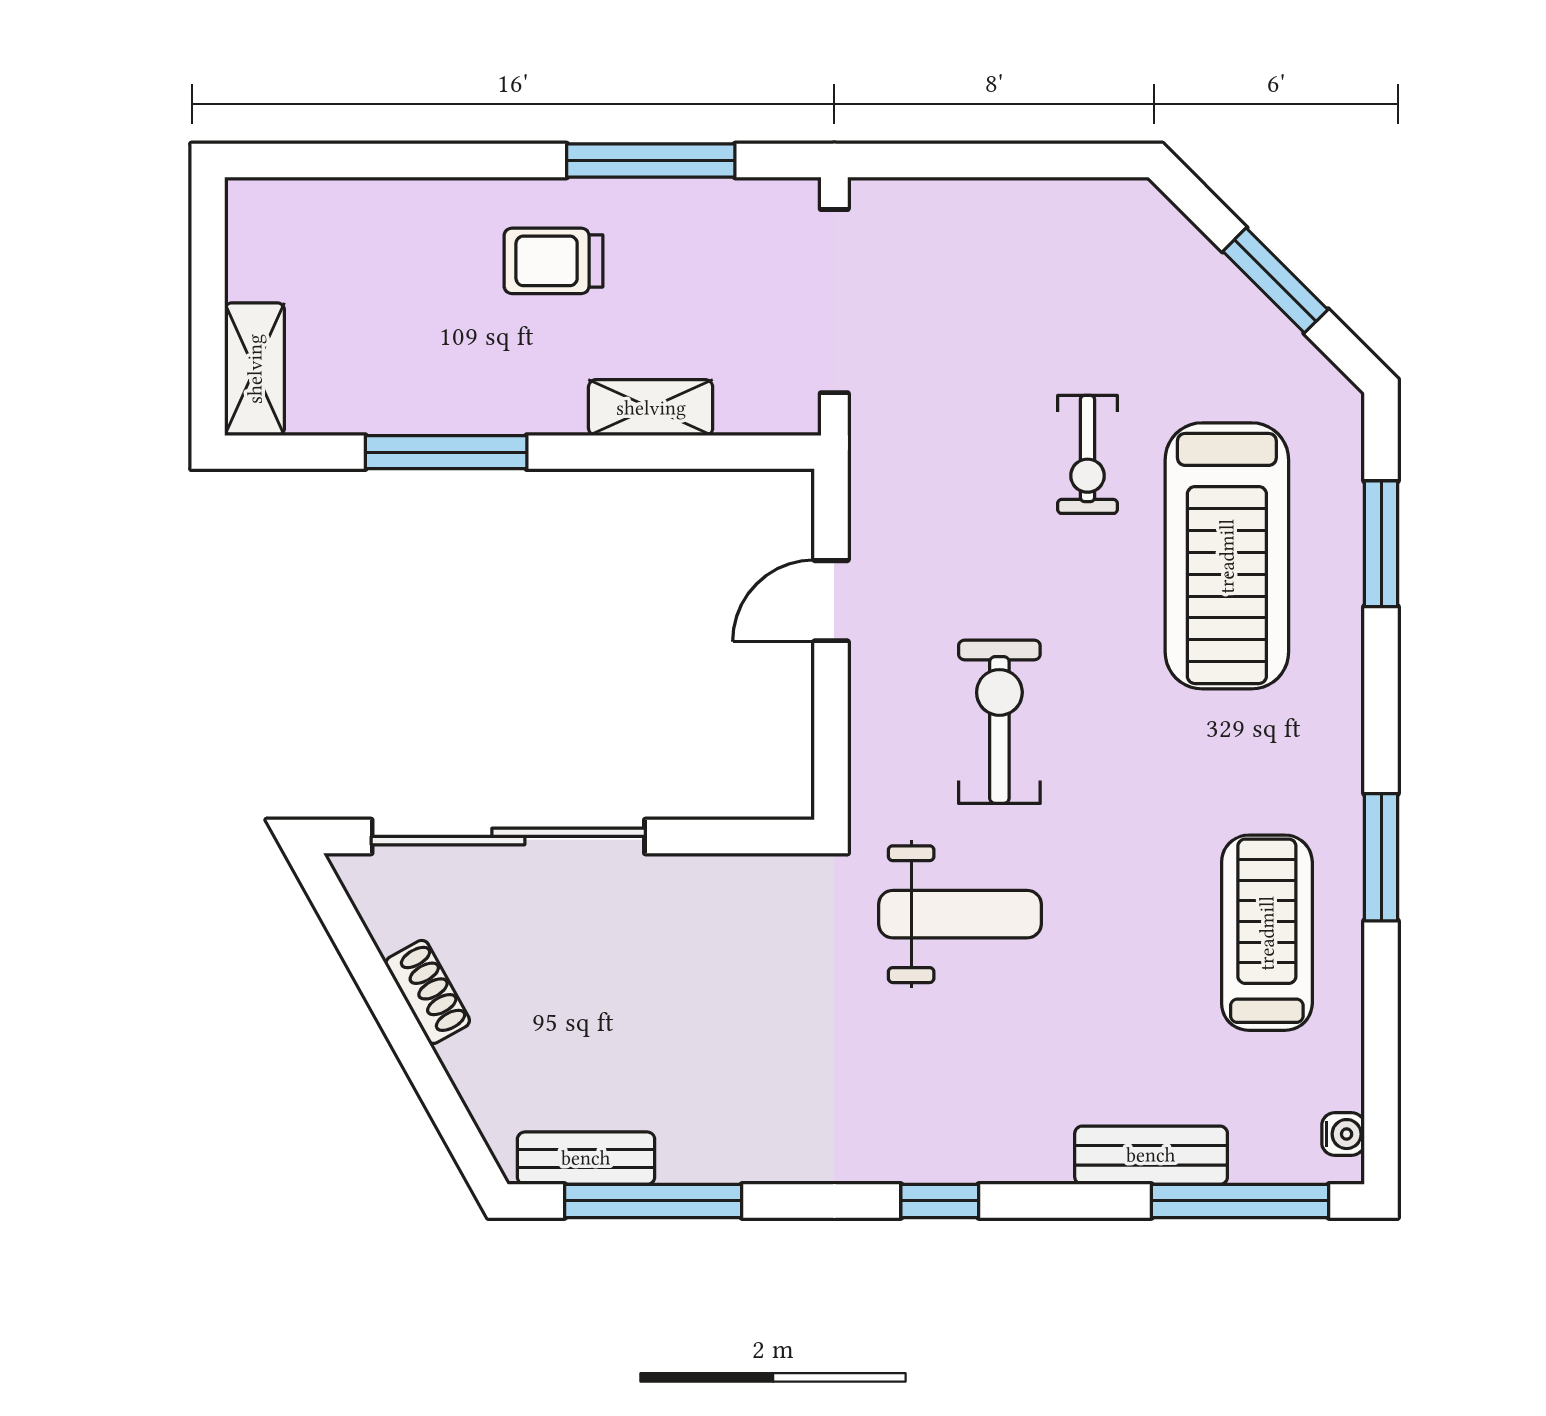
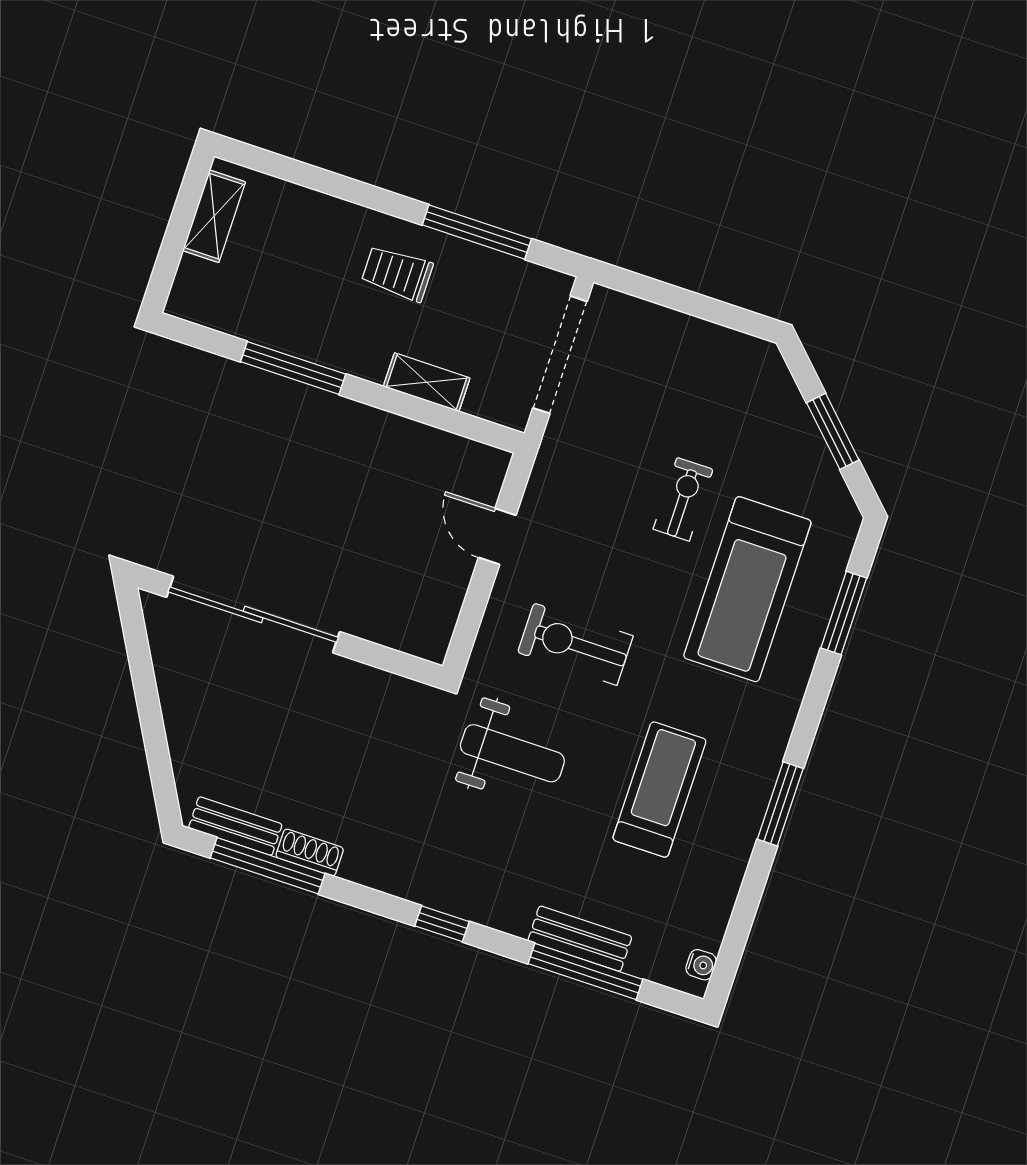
shelving: (255, 369) -> (214, 216), moved
exercise bike: (1087, 454) -> (683, 499), turned 180
door: (831, 601) -> (497, 536), hinge flipped
exercise bike: (999, 722) -> (575, 644), turned -90
treadmill: (1267, 933) -> (659, 790), moved
shoe rack: (428, 992) -> (310, 853), moved, turned -61
window: (1240, 1201) -> (585, 971), moved

